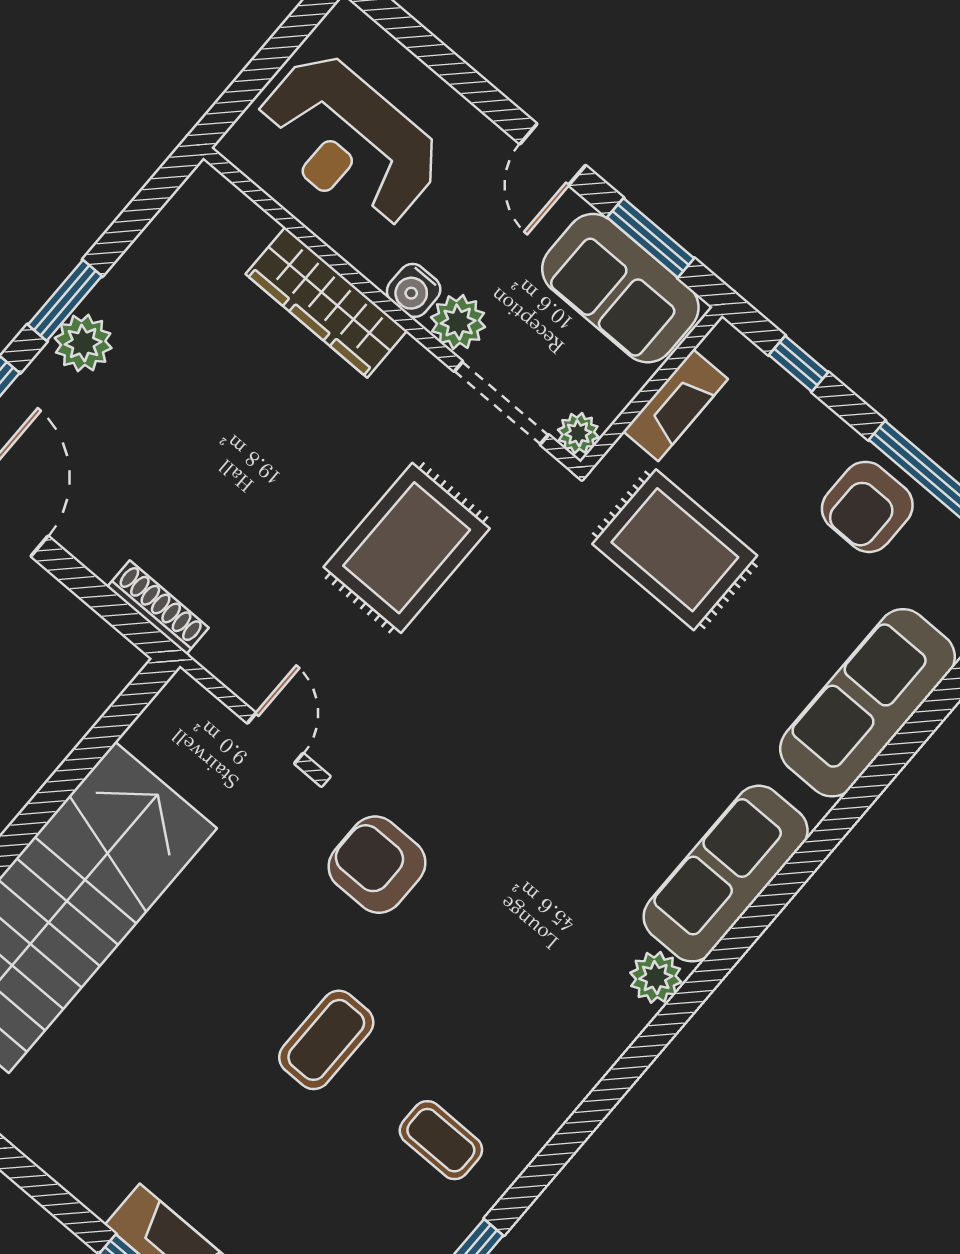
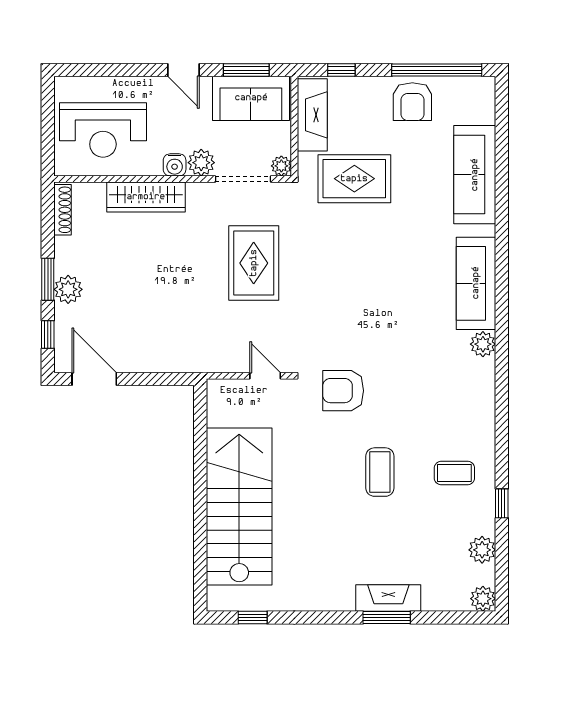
fireplace: (676, 405) -> (312, 115), width x1.37, depth x1.32
shoe rack: (158, 607) -> (63, 210), moved, turned 90

